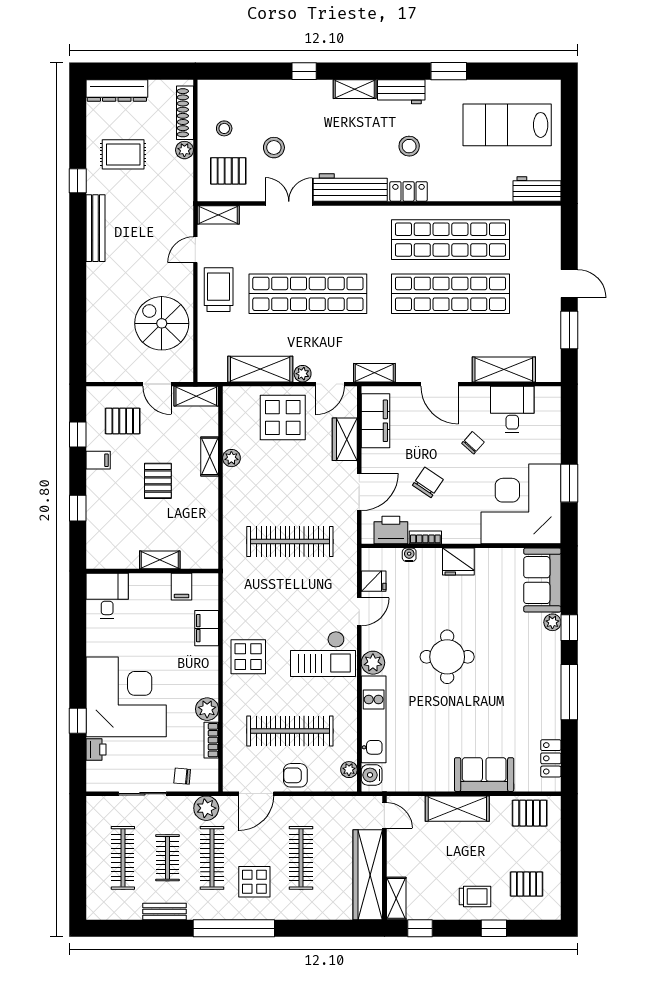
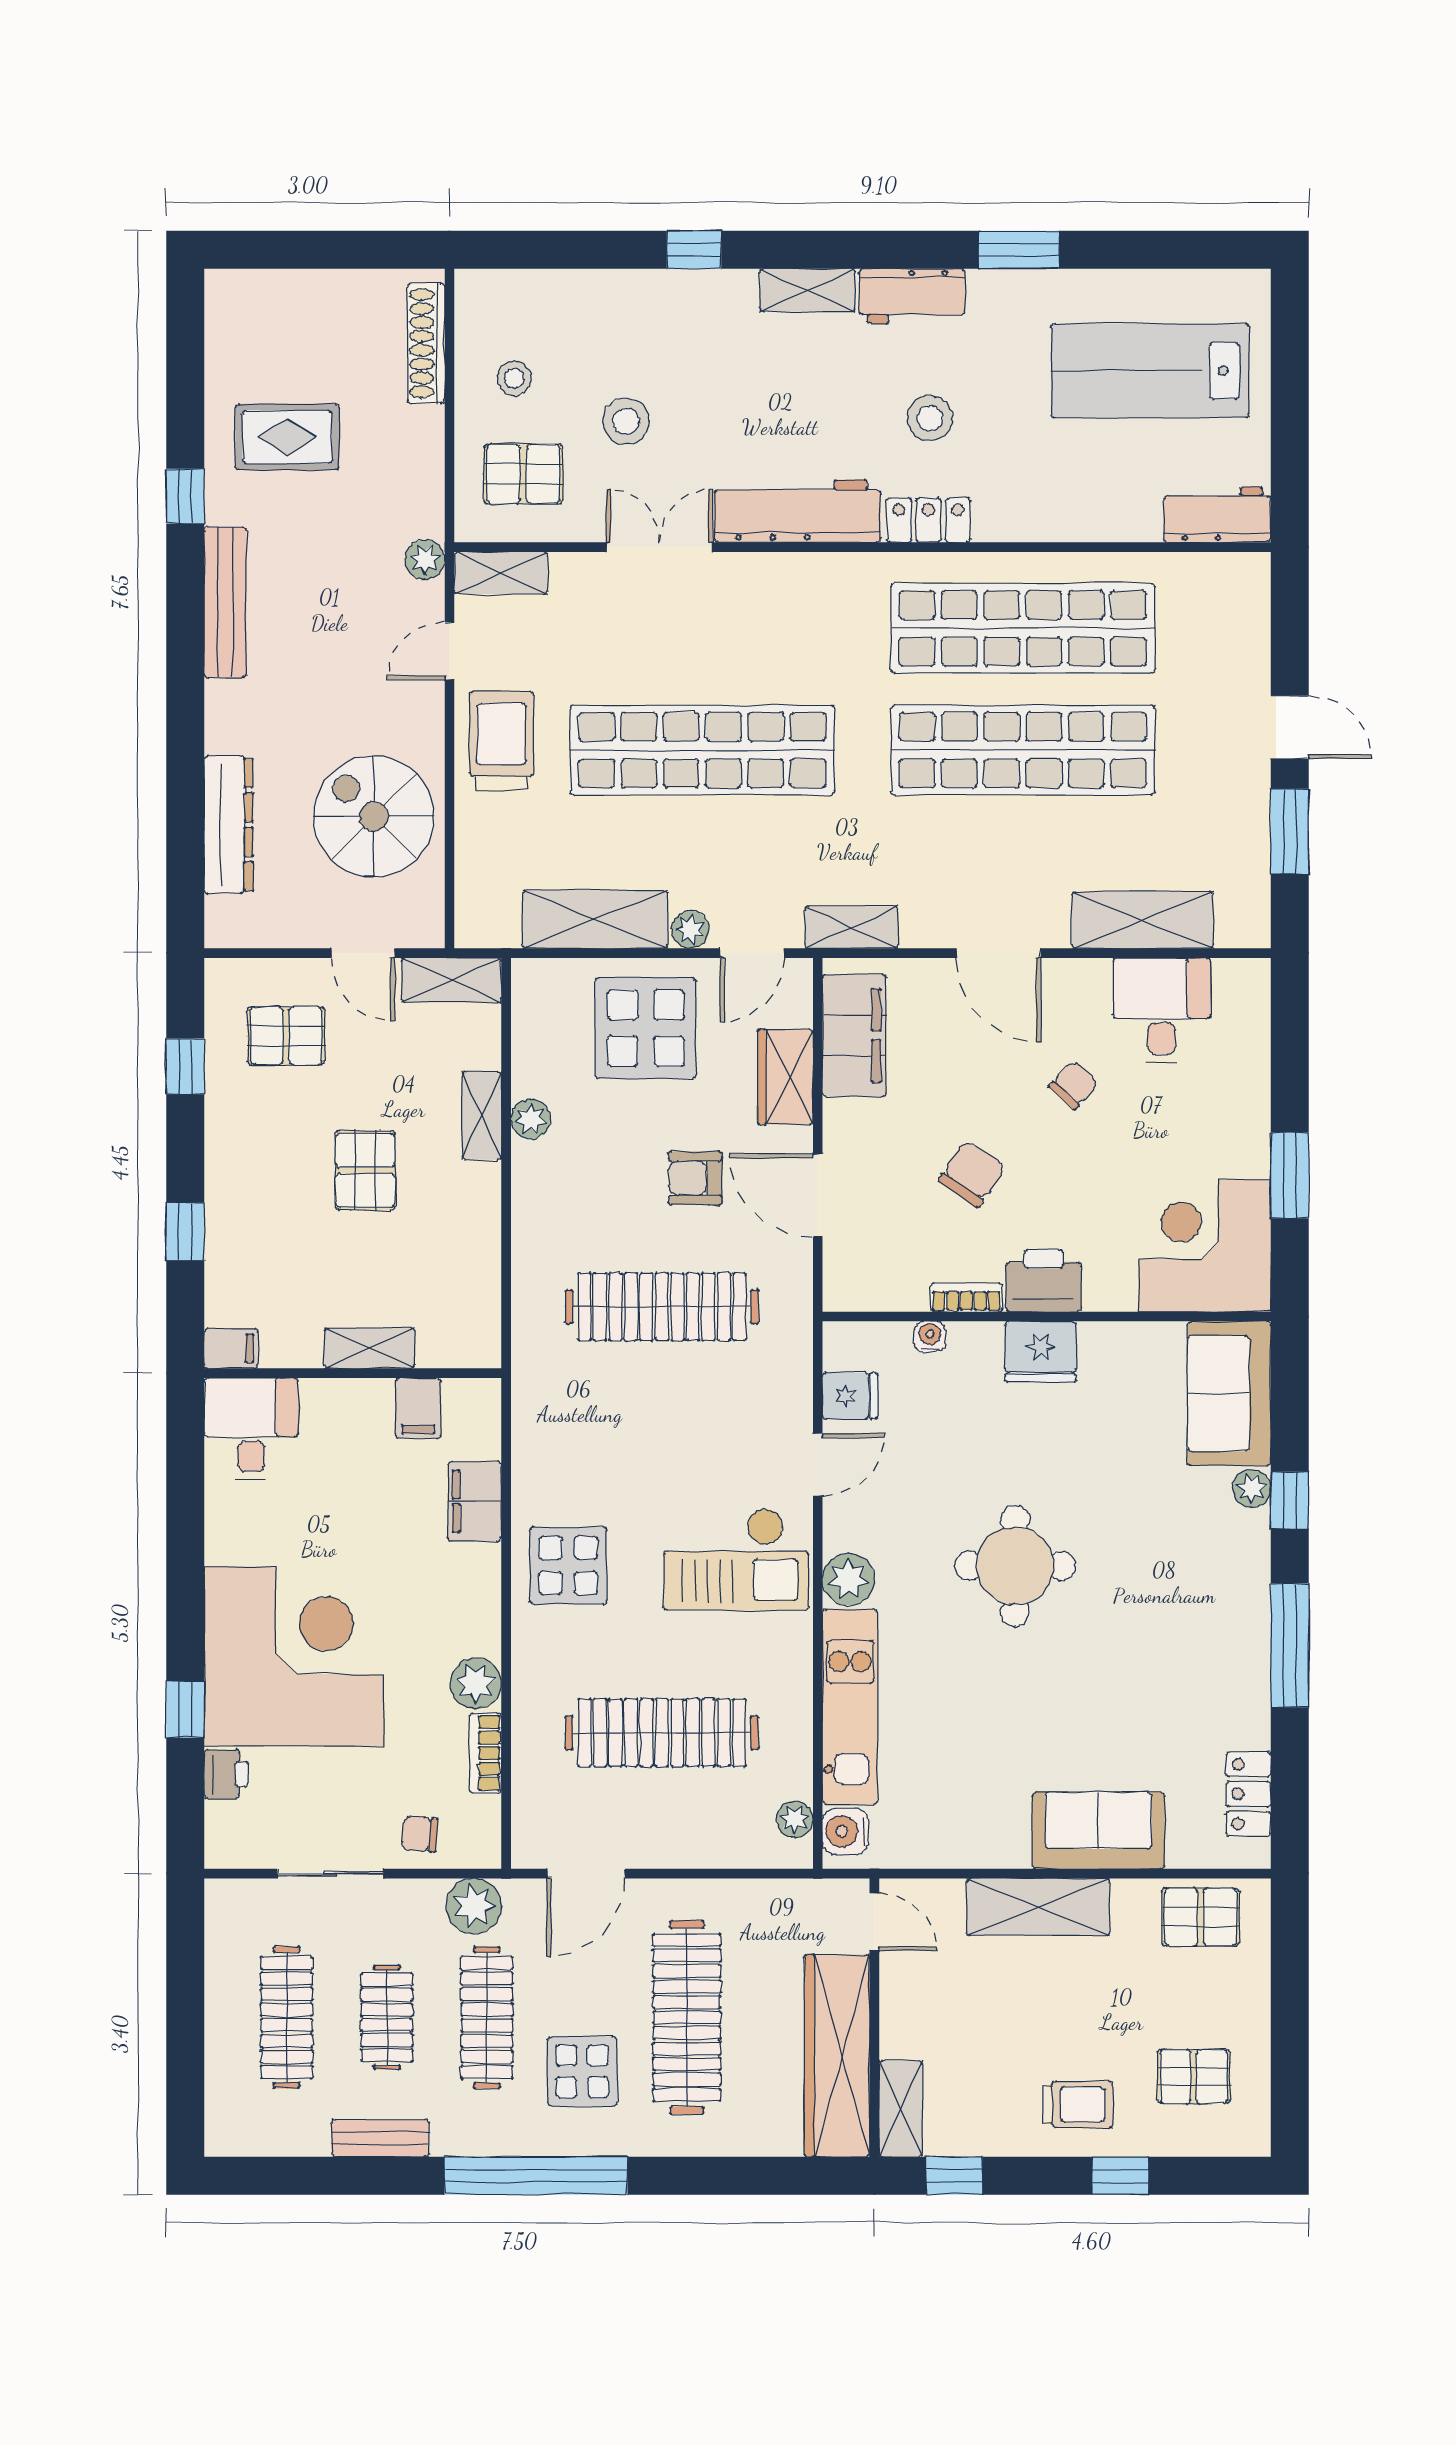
dresser: (117, 90) -> (229, 825), moved, turned -90
plant: (184, 150) -> (425, 560), moved
filing cabinet: (98, 460) -> (231, 1348), moved
door: (359, 492) -> (818, 1195), swing flipped
corner desk: (521, 504) -> (1205, 1246), width x0.74, depth x0.74
printer: (391, 530) -> (1044, 1281), moved
armchair: (295, 775) -> (695, 1178), moved
clothes rail: (301, 858) -> (687, 2018), width x1.37, depth x1.31

